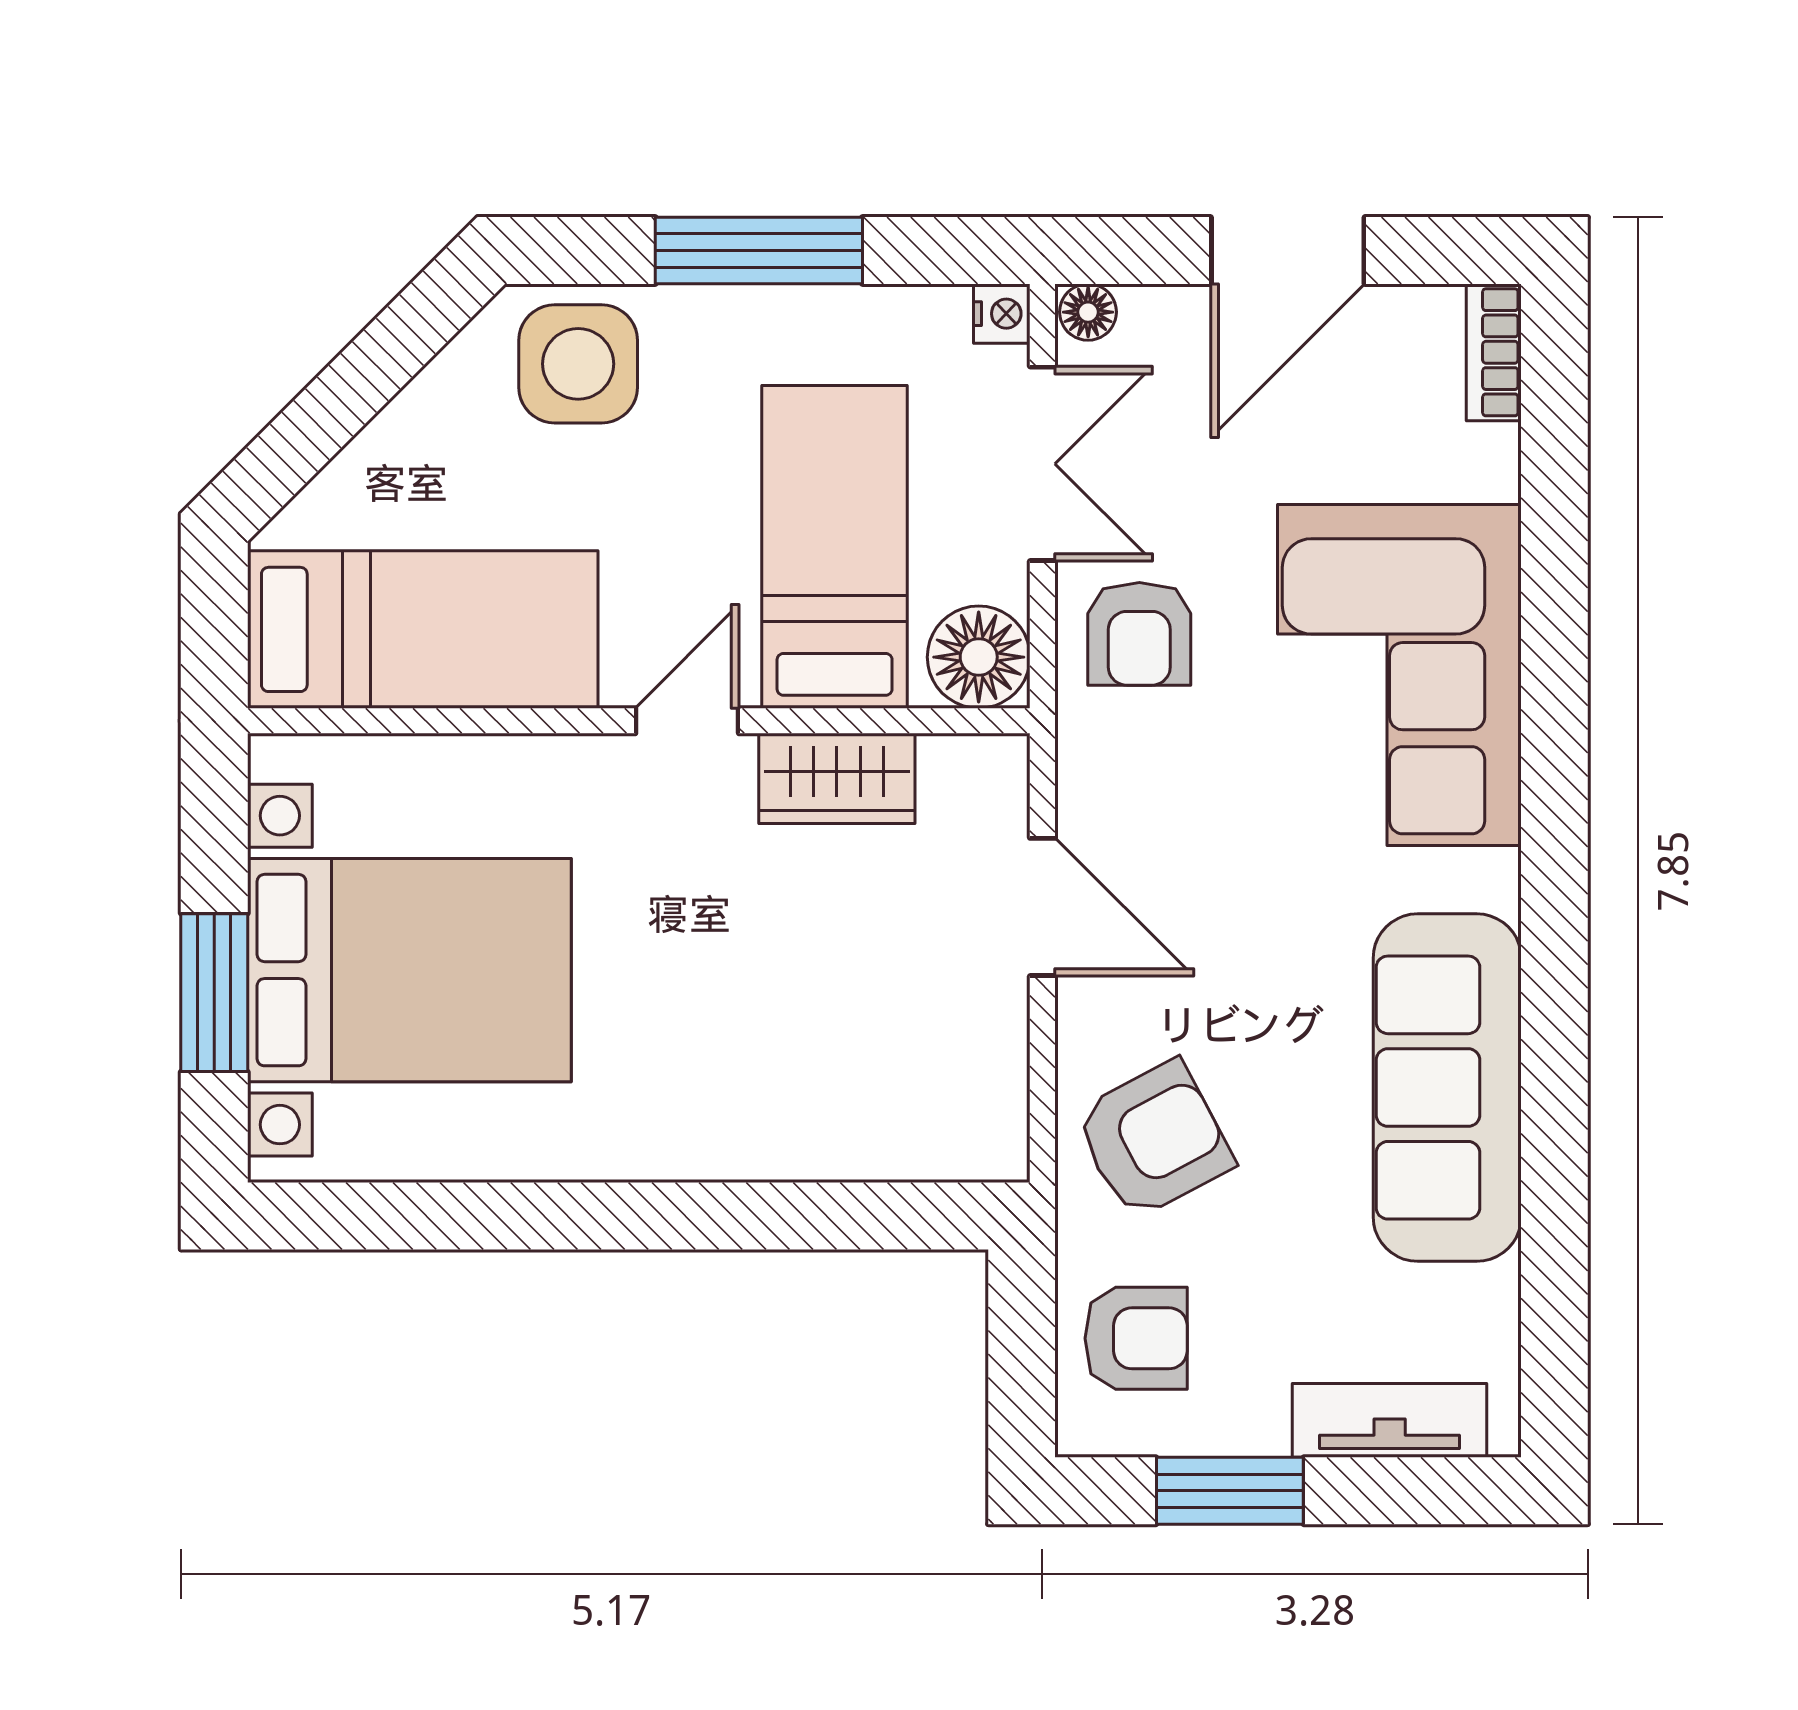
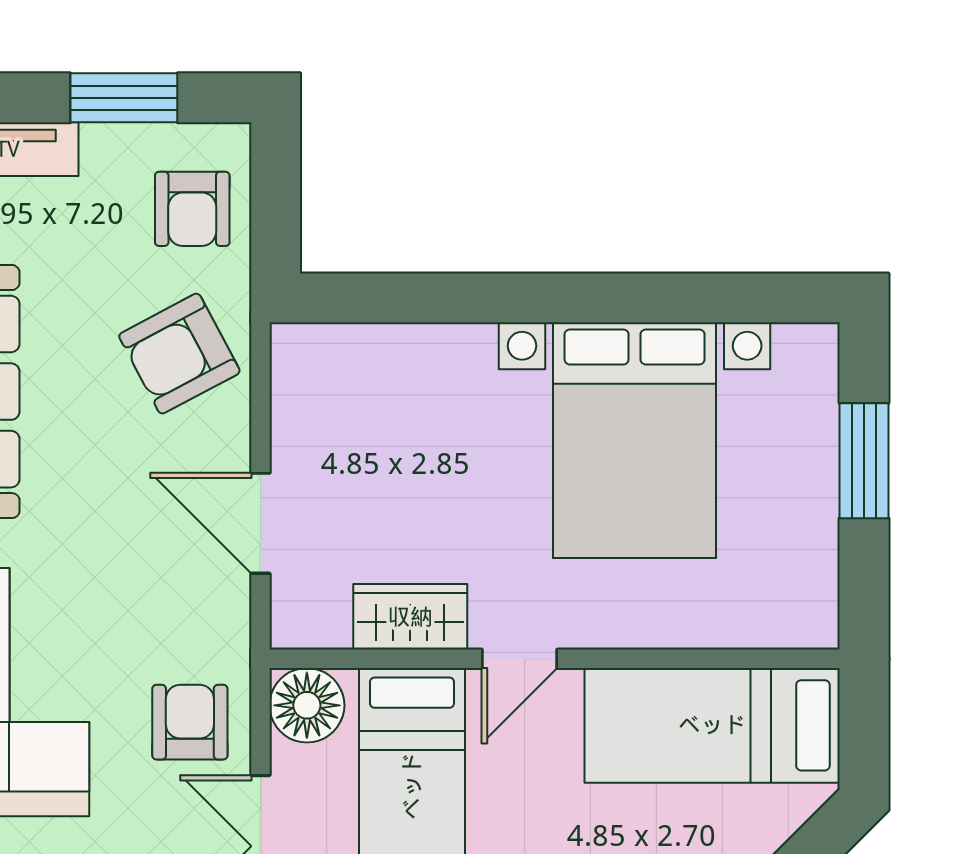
bed with nightstands: (409, 970) -> (635, 440), moved, turned -90
armchair: (1136, 1338) -> (192, 209), turned -90

